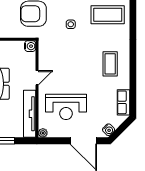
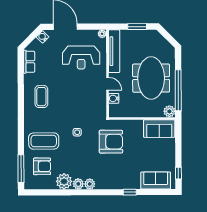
water cooler: (30, 46) -> (114, 98), moved
door: (37, 78) -> (108, 84), swing flipped
reception desk: (66, 107) -> (81, 57), turned 180

